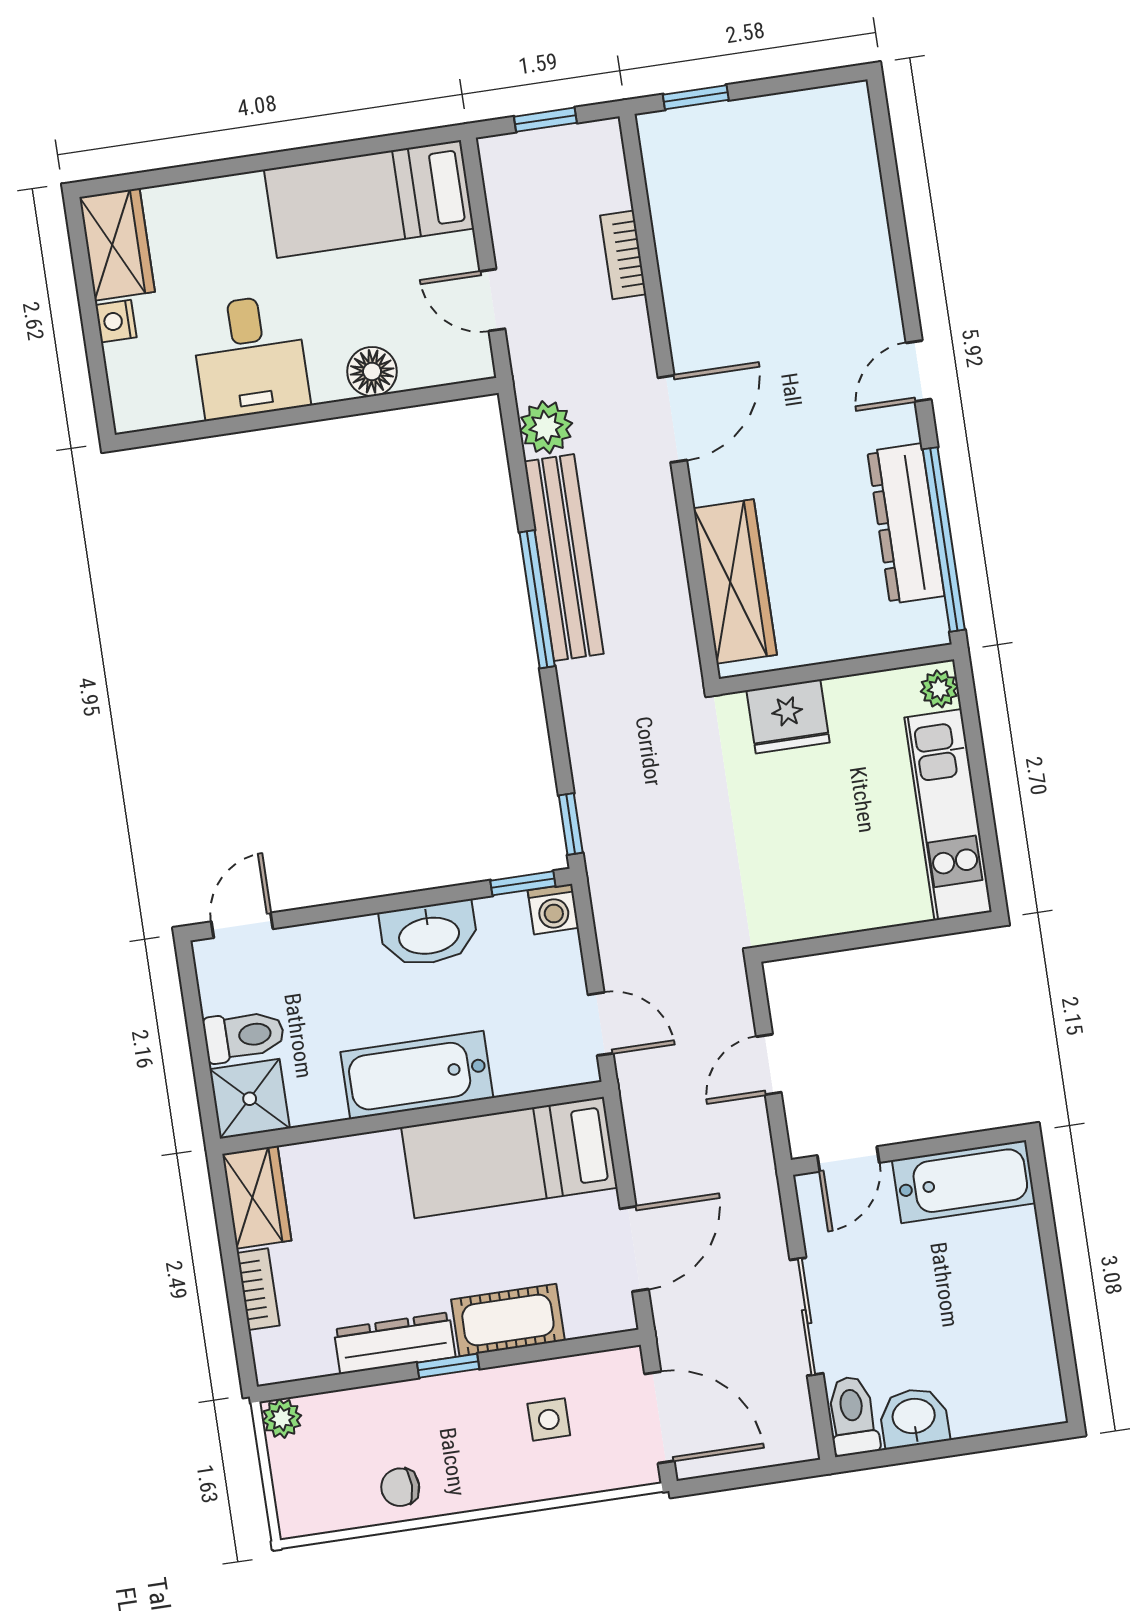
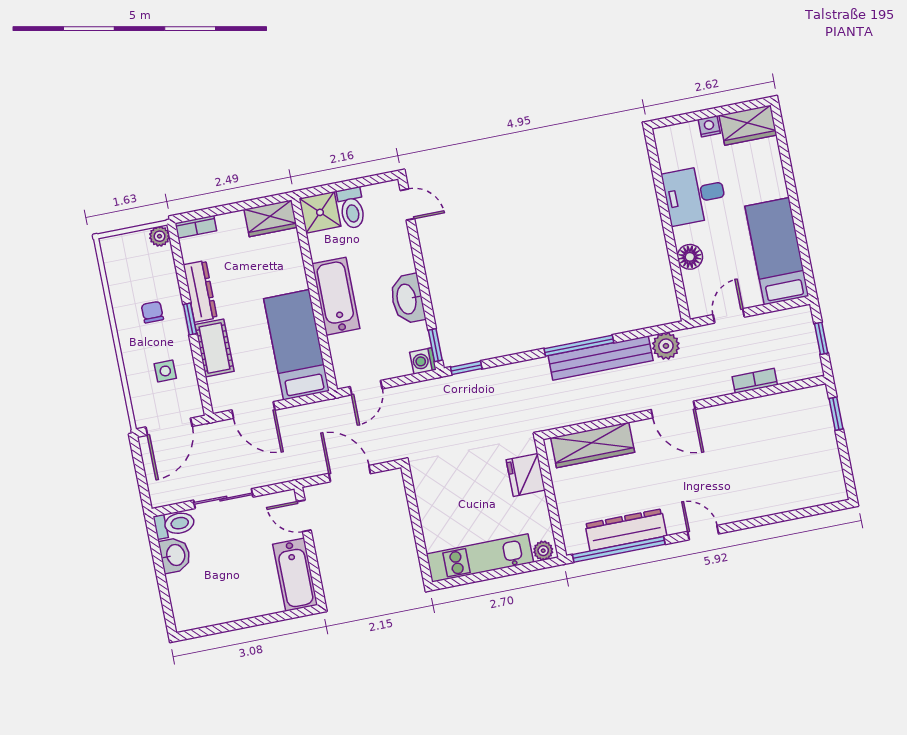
door: (769, 1064) -> (350, 474), width x1.38
bookcase: (258, 1289) -> (196, 227), moved
chair: (400, 1487) -> (152, 312), moved

